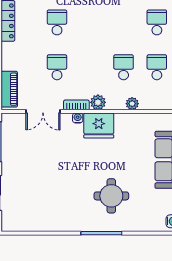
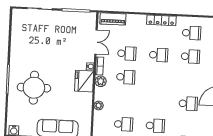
school desk: (124, 67) -> (126, 77), moved
double door: (43, 111) -> (96, 42), swing flipped
round table: (111, 196) -> (34, 88), width x1.36, depth x1.36

